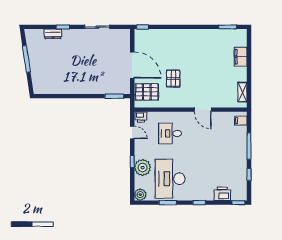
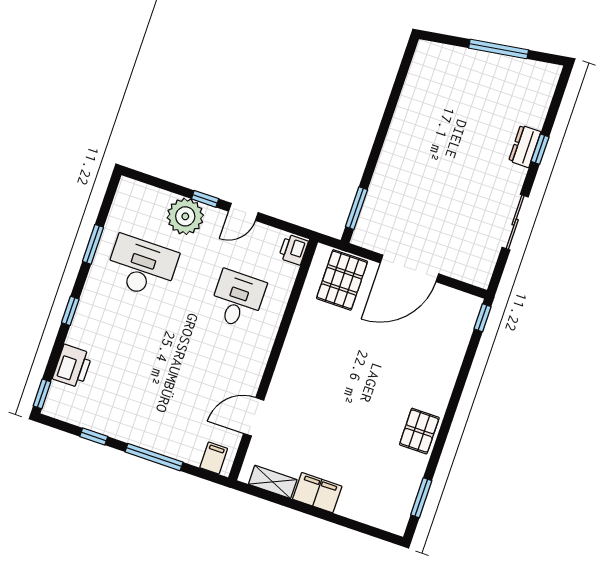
dresser: (53, 34) -> (525, 146), moved
filing cabinet: (241, 57) -> (317, 493), moved
pallet: (173, 78) -> (419, 431), moved, turned 90
door: (203, 110) -> (254, 417), moved
door: (132, 132) -> (243, 212), moved
desk: (170, 179) -> (142, 267), width x0.73, depth x0.77
plant: (140, 195) -> (130, 192), removed

